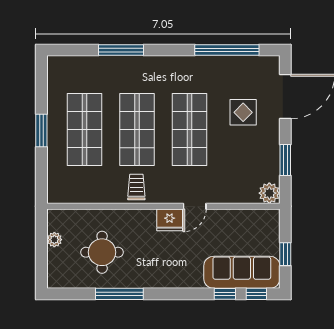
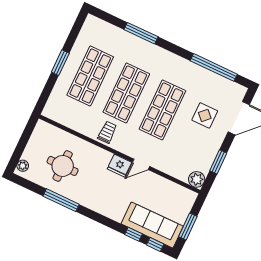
plant: (54, 240) -> (23, 166), moved
window: (285, 254) -> (188, 226), width x1.50

